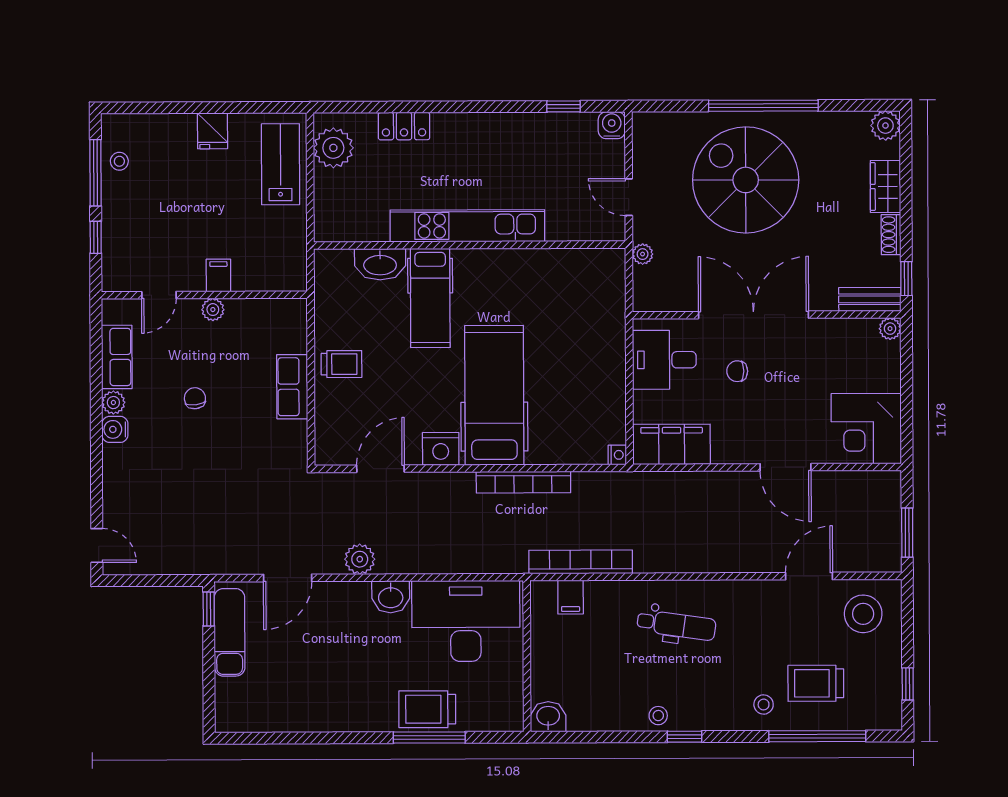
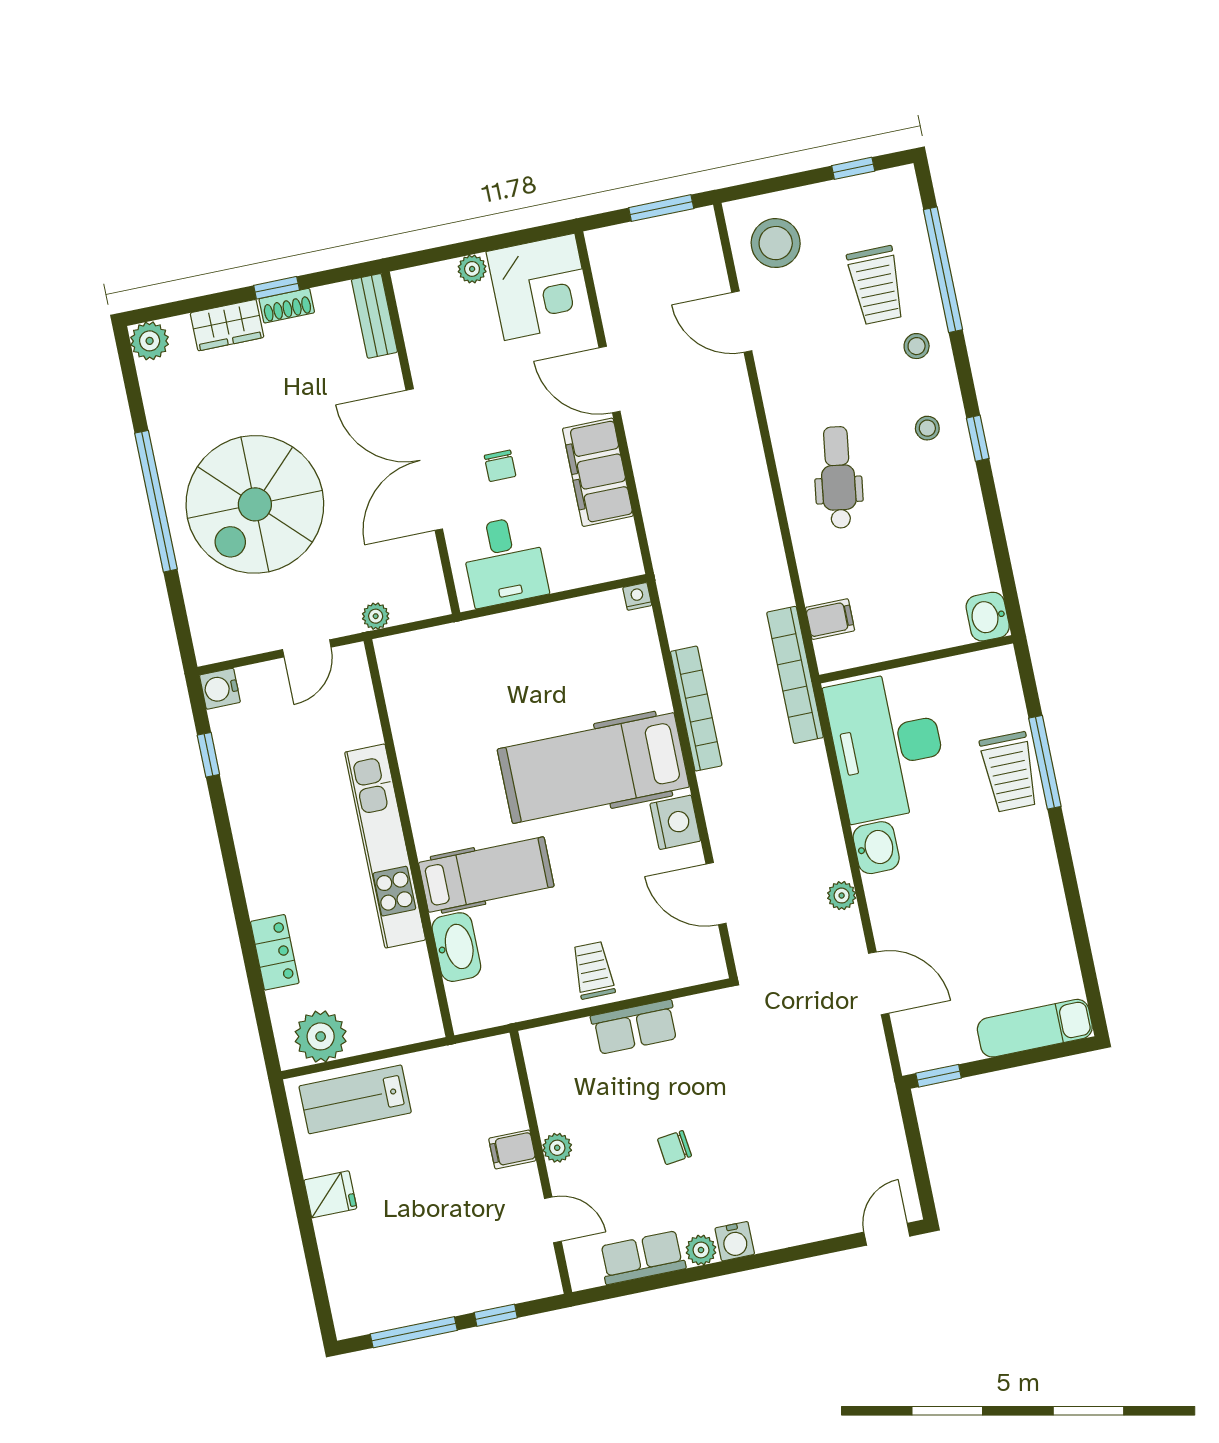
stool: (119, 161) -> (393, 1305), removed
window: (906, 279) -> (277, 288), moved
plant: (890, 329) -> (472, 269), moved
filing cabinet: (672, 444) -> (598, 472), moved
door: (786, 467) -> (609, 380), swing flipped
plant: (360, 559) -> (842, 896), width x0.73, depth x0.73
bookcase: (581, 562) -> (795, 675), moved
exam couch: (230, 632) -> (1035, 1028), moved
stool: (658, 716) -> (927, 428), moved

